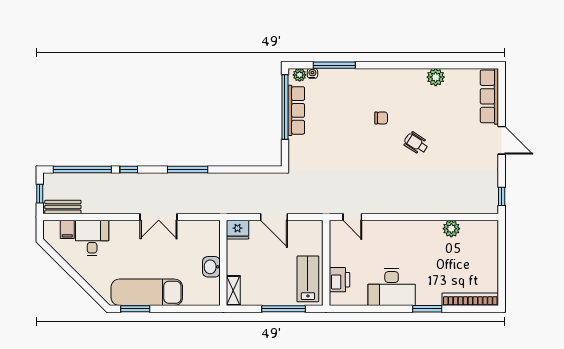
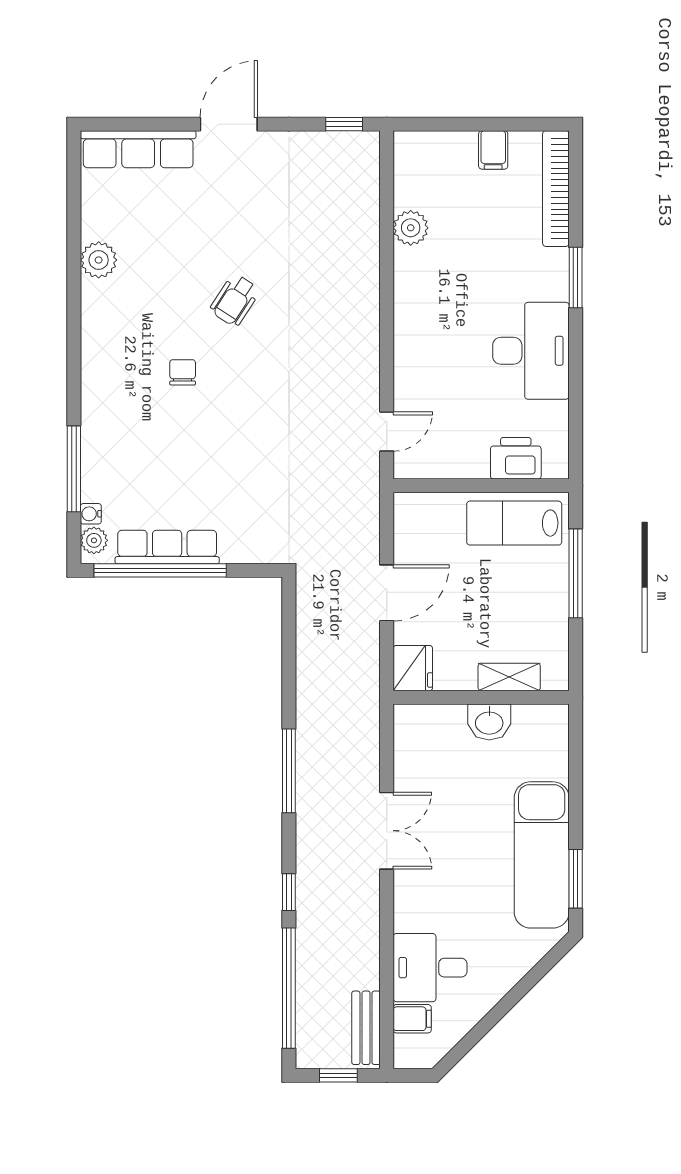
filing cabinet: (489, 269) -> (493, 150), added
shelving: (233, 290) -> (509, 677), moved

